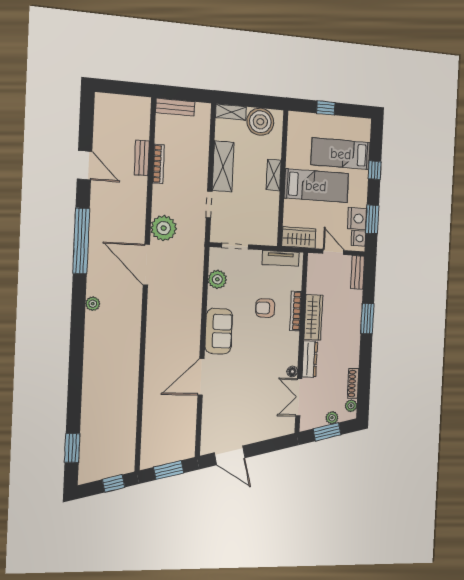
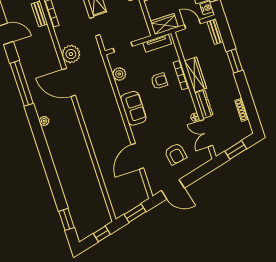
armchair: (265, 308) -> (159, 81), turned 180
door: (201, 377) -> (137, 156), moved
plant: (351, 406) -> (246, 126), removed
armchair: (250, 410) -> (176, 154), added
plant: (332, 418) -> (236, 139), removed

